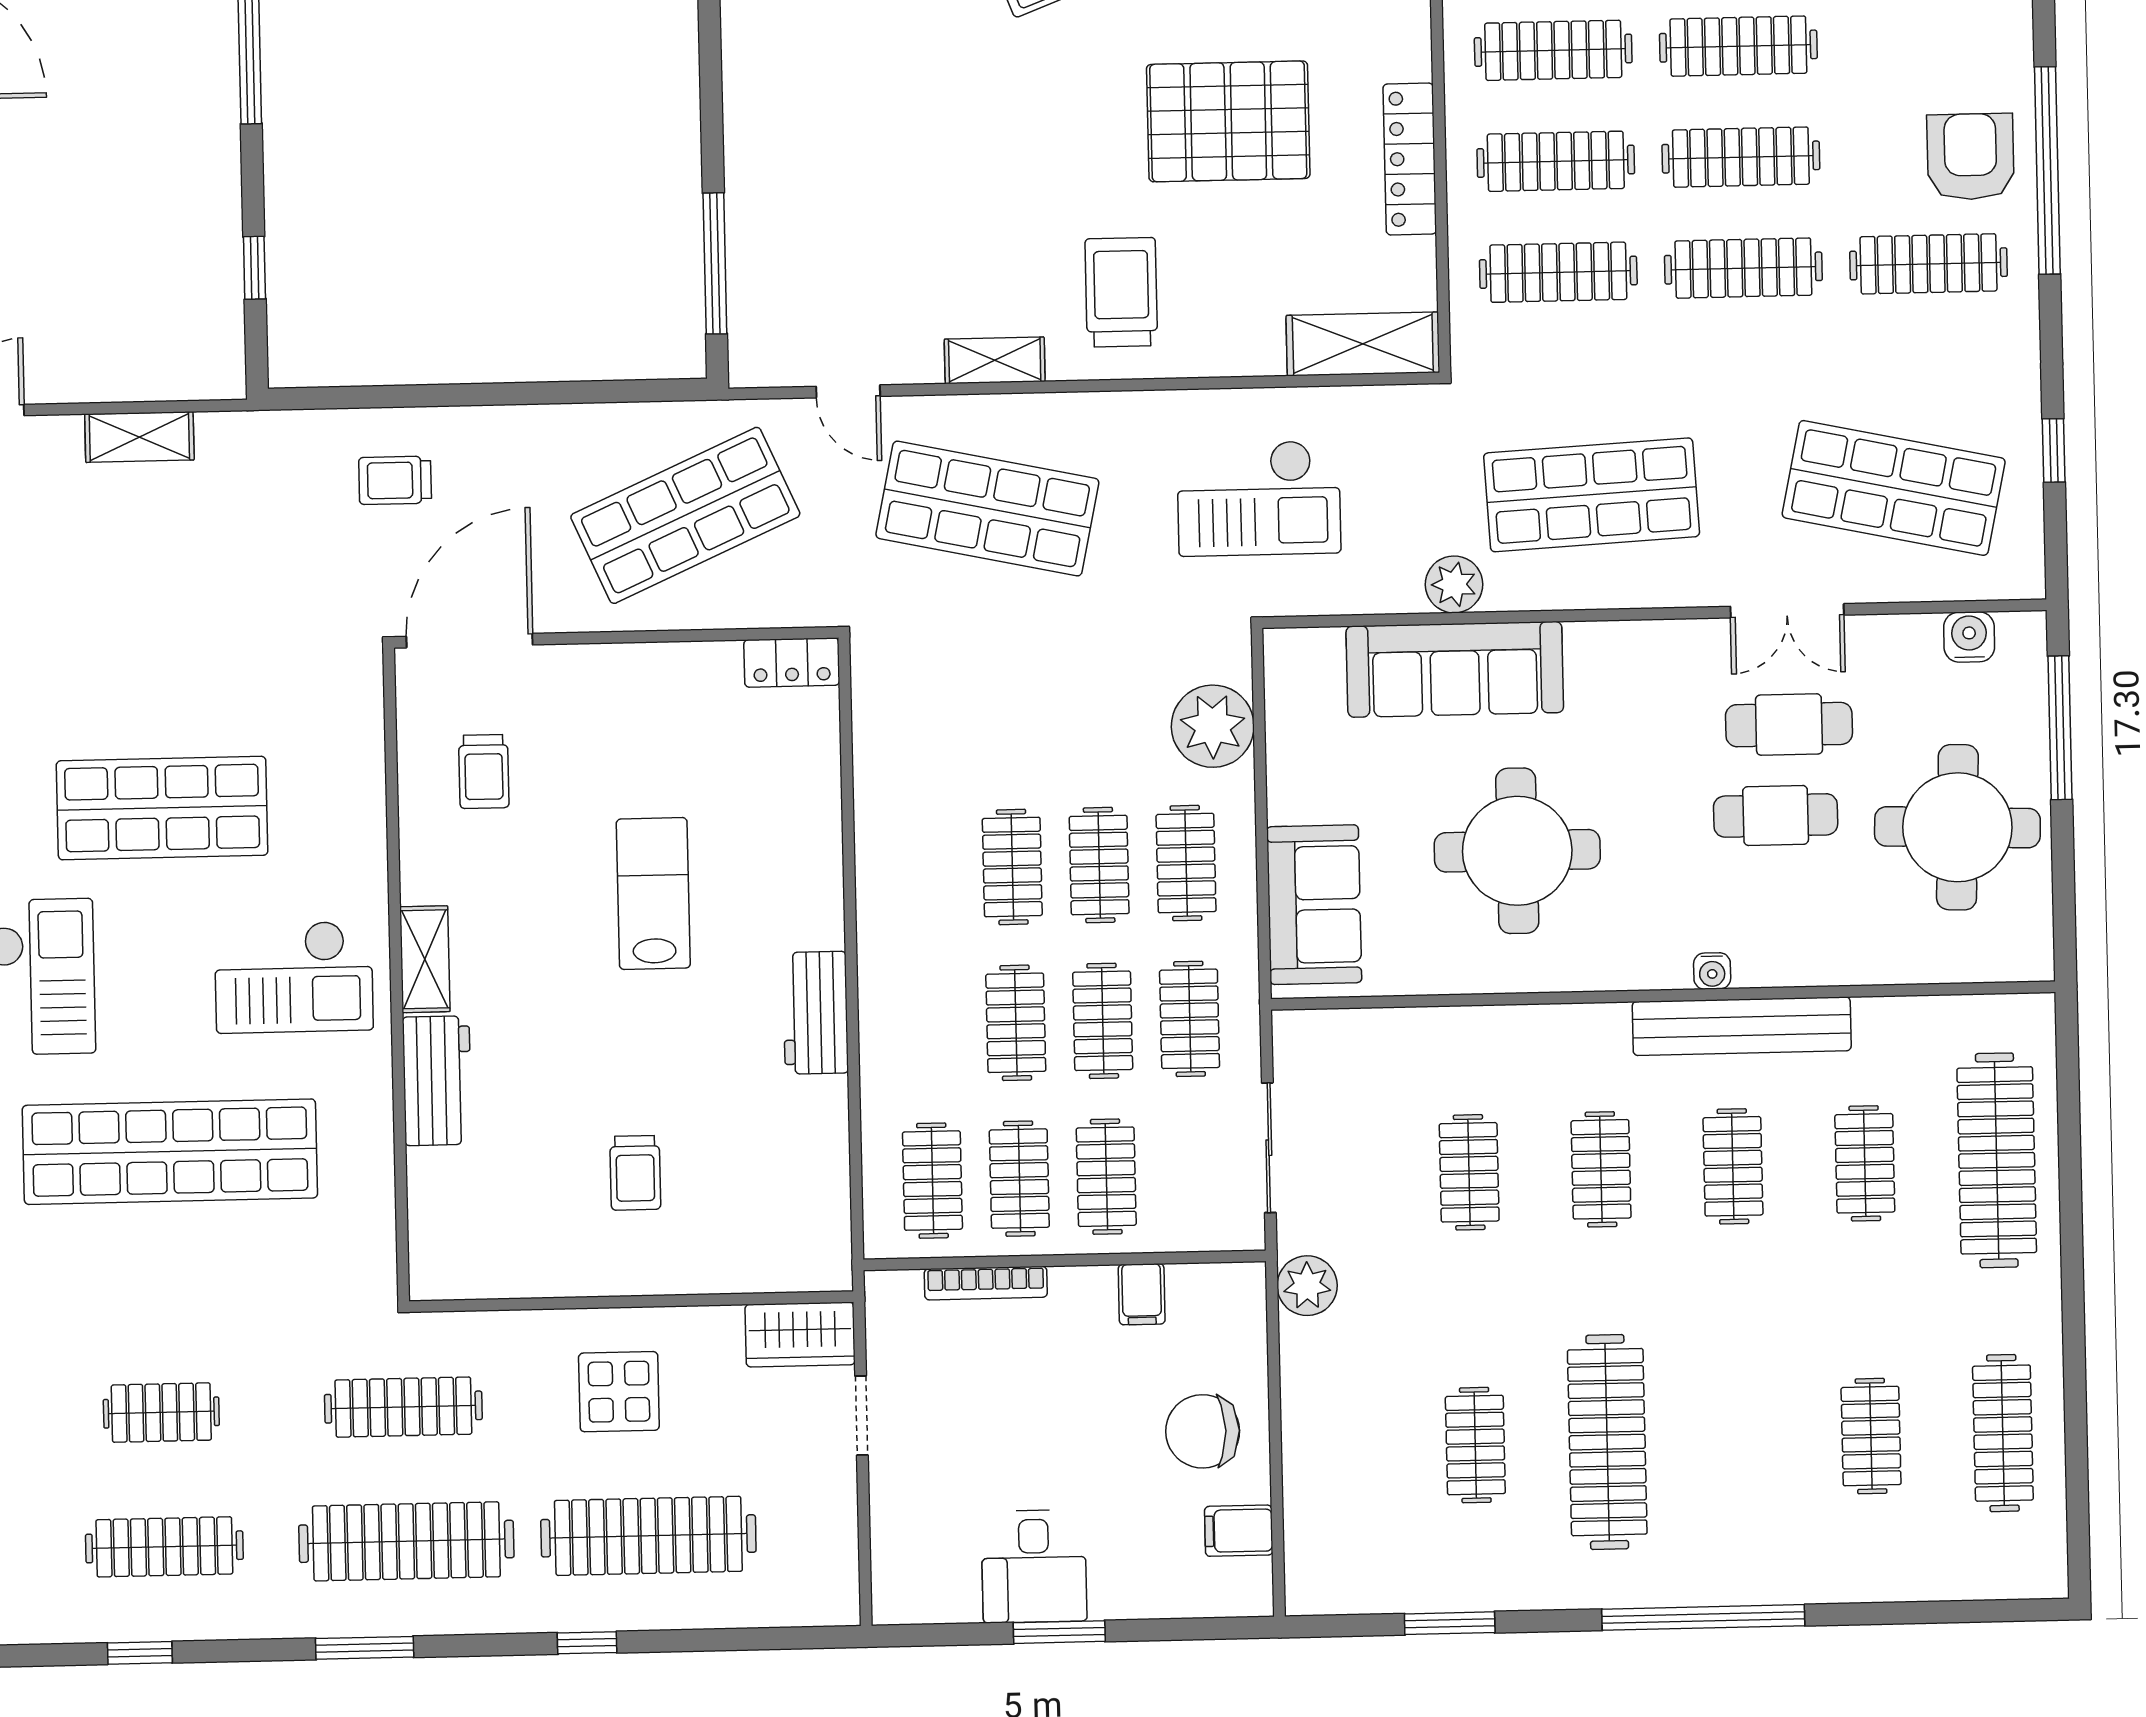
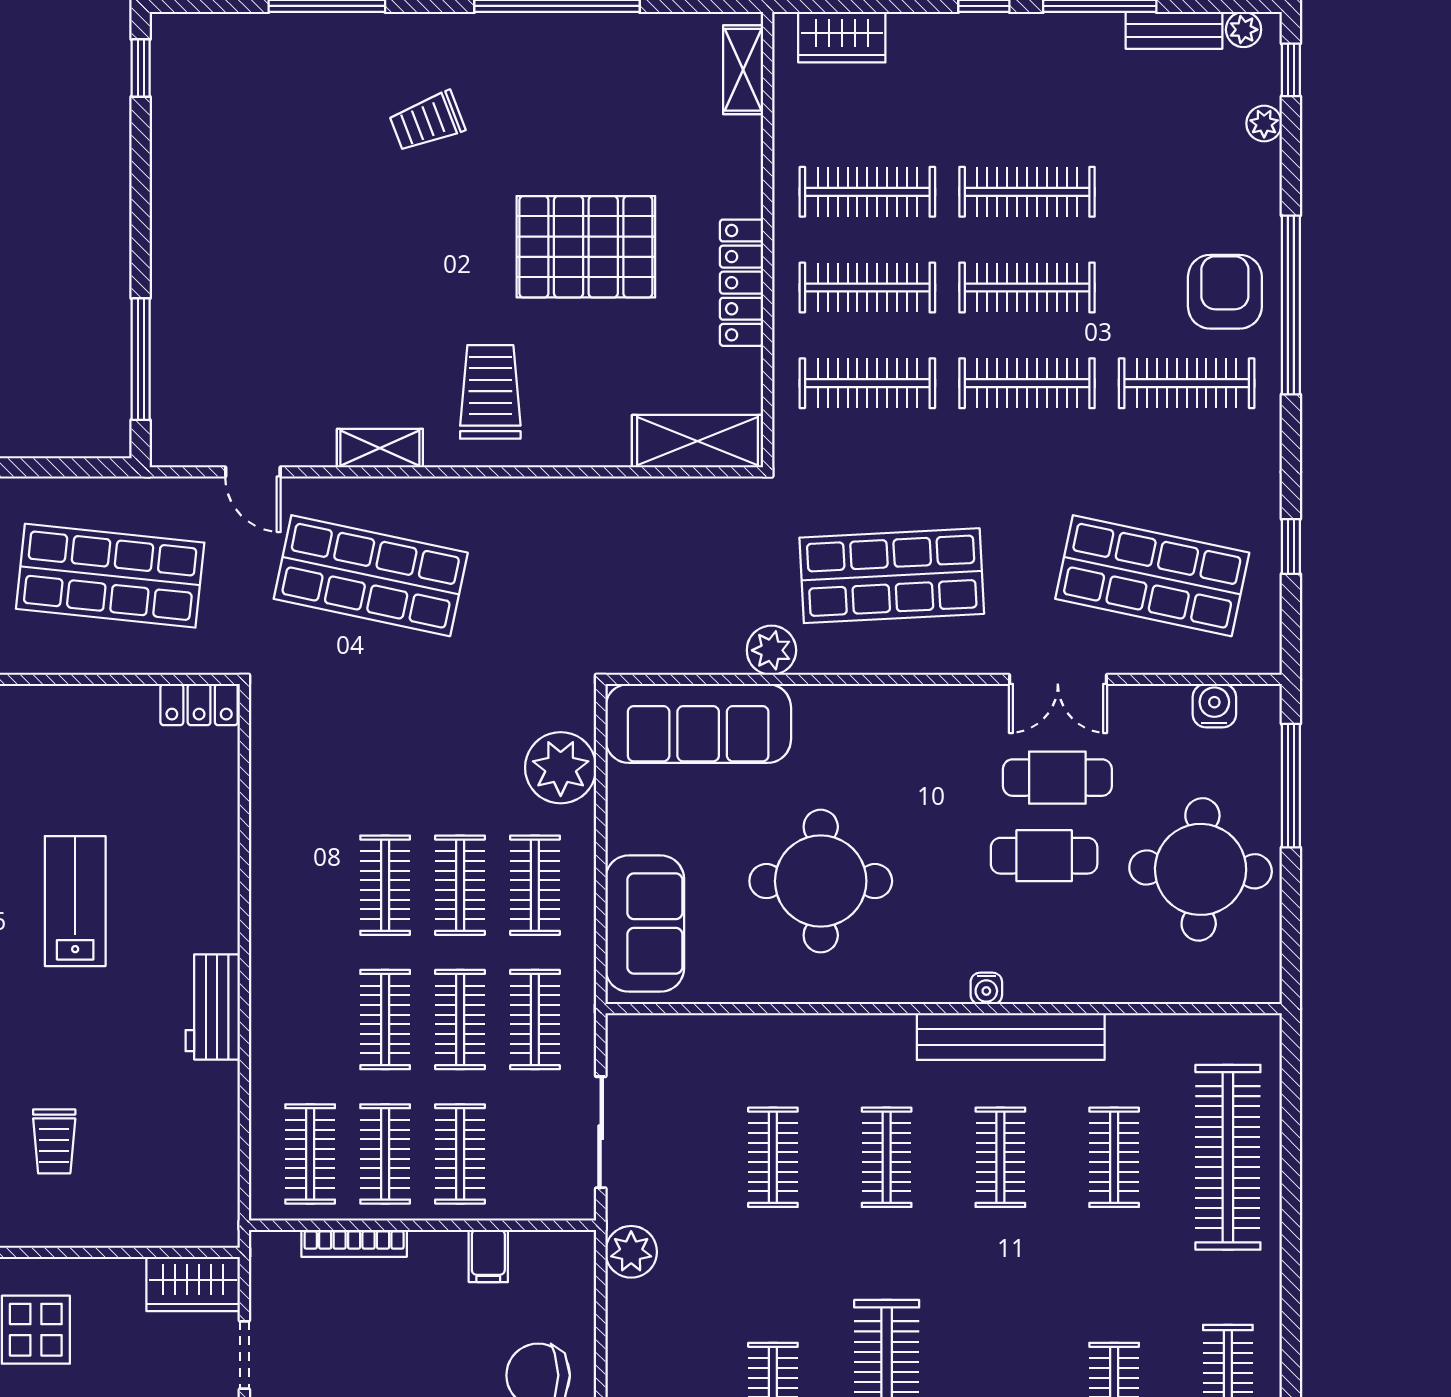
checkout: (1259, 498) -> (605, 572), removed
shop shelf: (685, 515) -> (110, 576), turned 30
sofa: (1455, 669) -> (698, 723), moved

